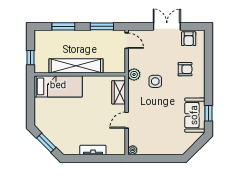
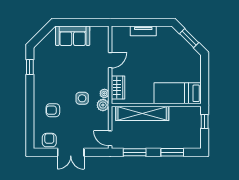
shelving: (76, 66) -> (142, 113), moved
sofa: (195, 115) -> (73, 36), moved, turned 90
plant: (133, 150) -> (104, 93), moved

